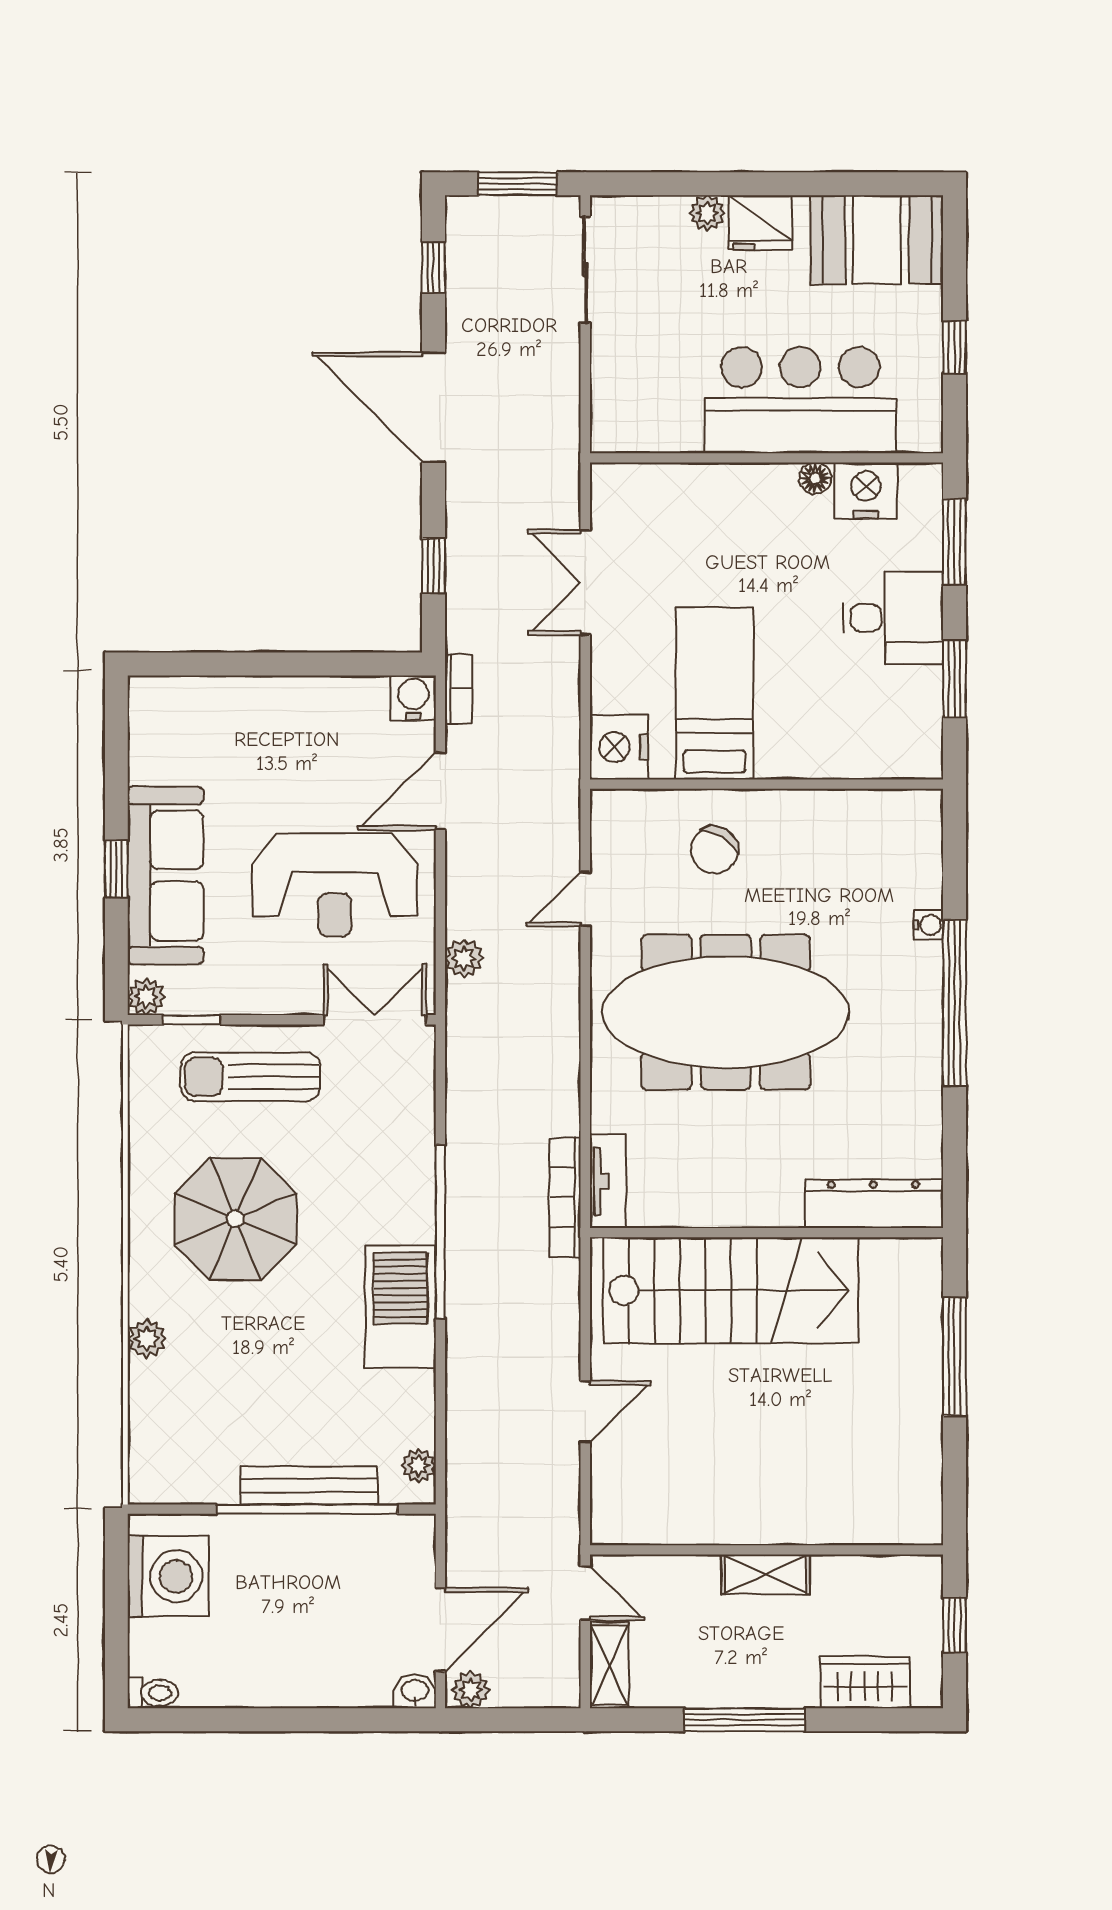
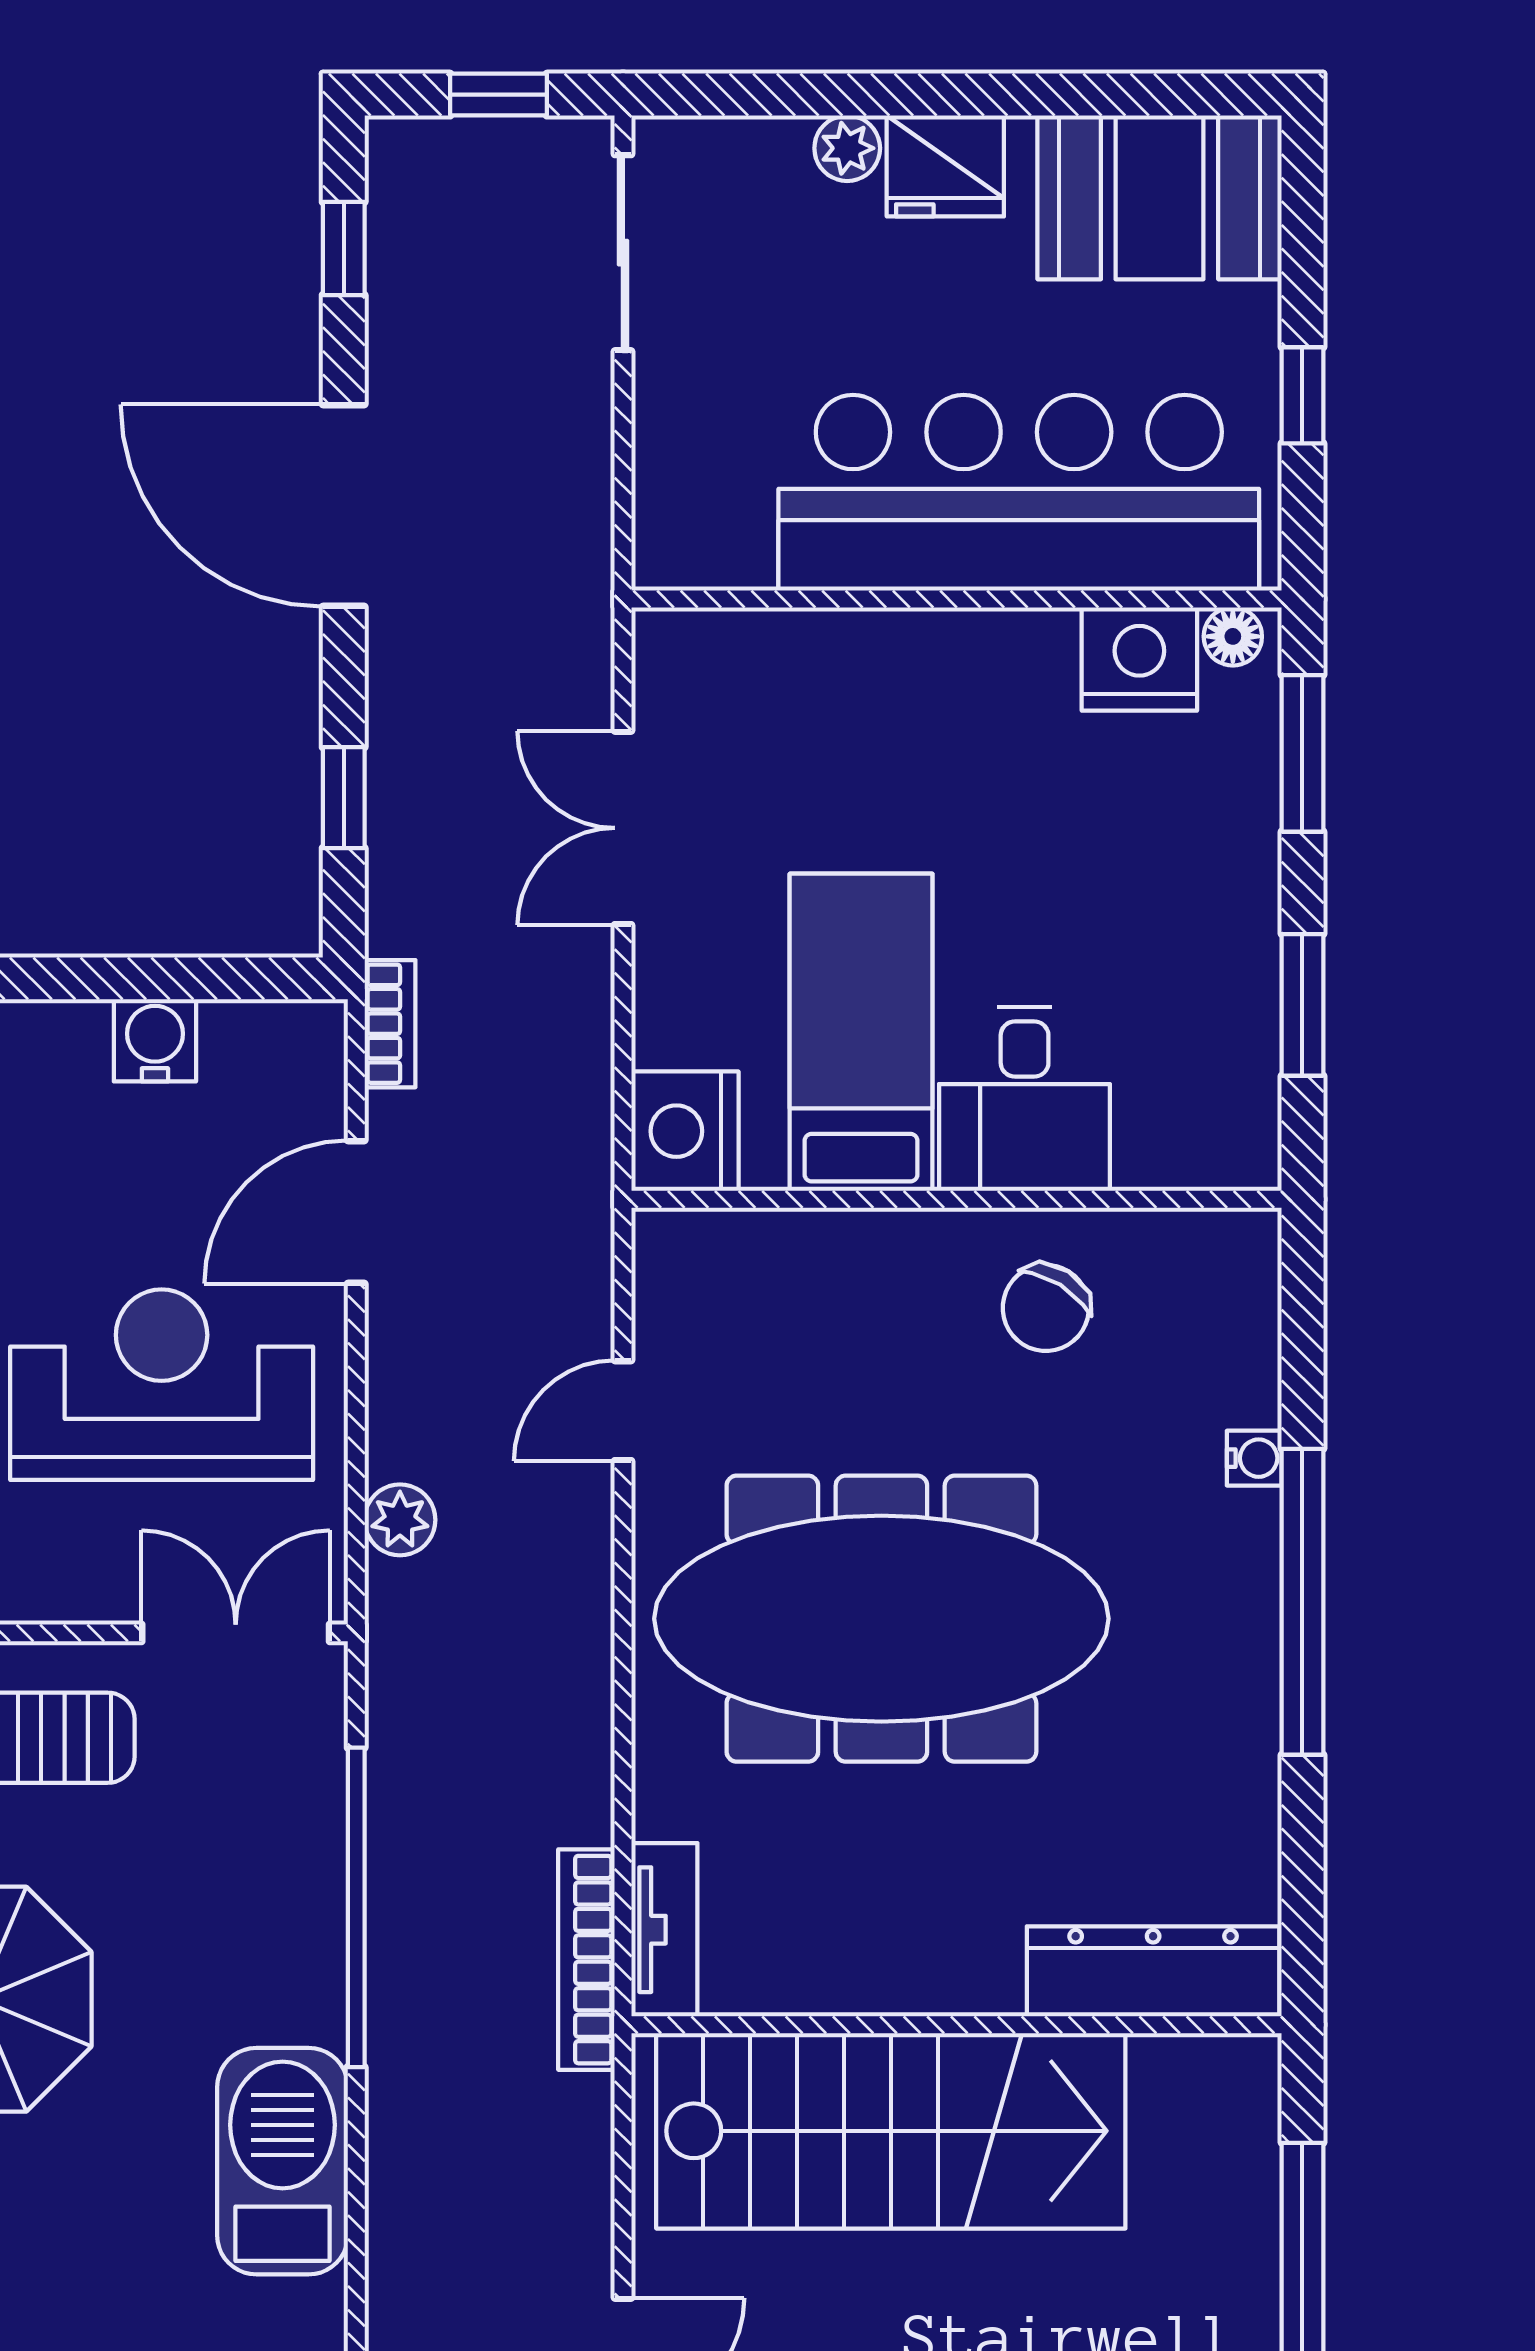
window: (518, 184) -> (499, 95), width x0.67
bar counter: (800, 400) -> (1019, 493), width x1.36
floor lamp: (815, 478) -> (1233, 636), moved
desk: (893, 618) -> (1025, 1099), moved, turned 90
water cooler: (413, 698) -> (155, 1040), moved
chair: (714, 850) -> (1046, 1308), moved
reception desk: (335, 885) -> (162, 1385), turned 180
window: (440, 1232) -> (356, 1907), moved

